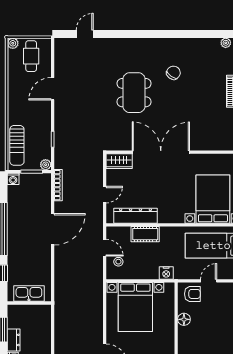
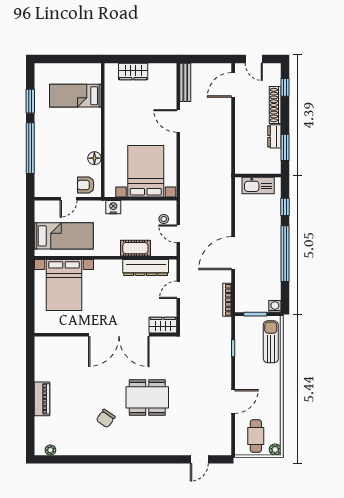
dining table: (134, 93) -> (147, 397), turned 90
plant: (46, 165) -> (240, 321), removed

